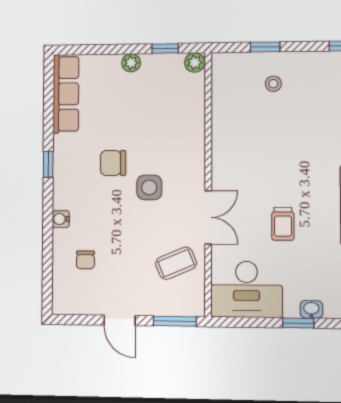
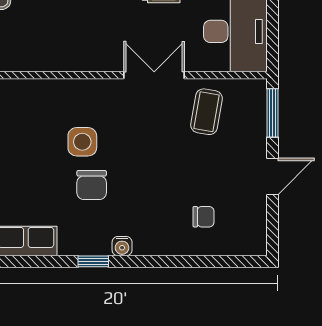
side table: (149, 187) -> (82, 142), moved
water cooler: (61, 219) -> (122, 246), moved
coffee table: (176, 263) -> (207, 112), turned 33

